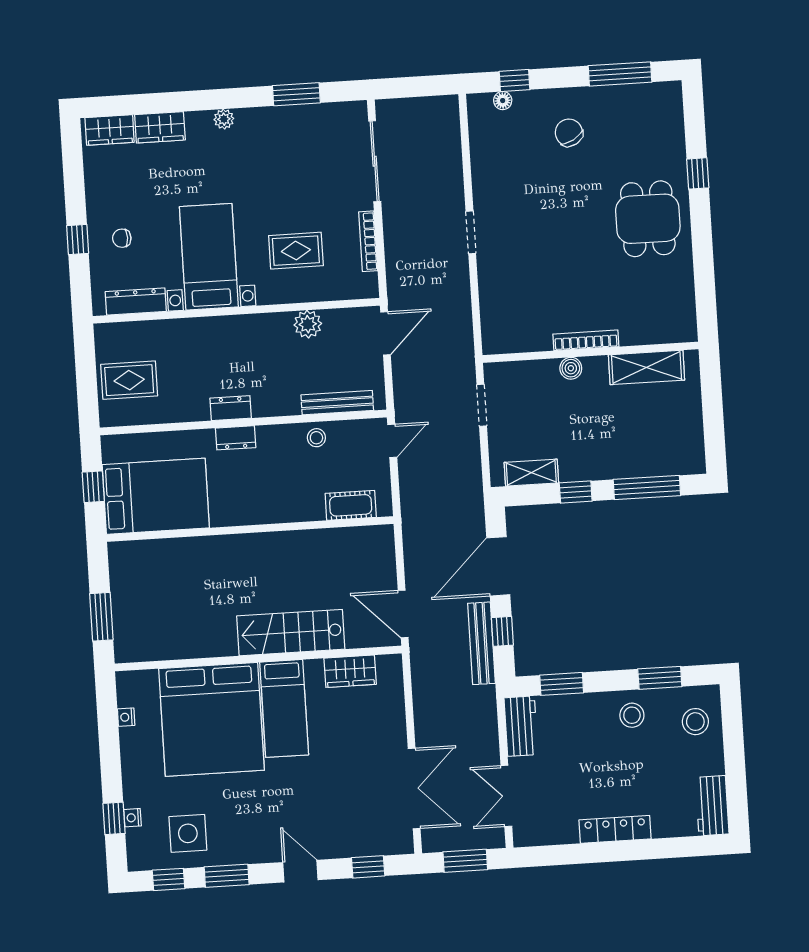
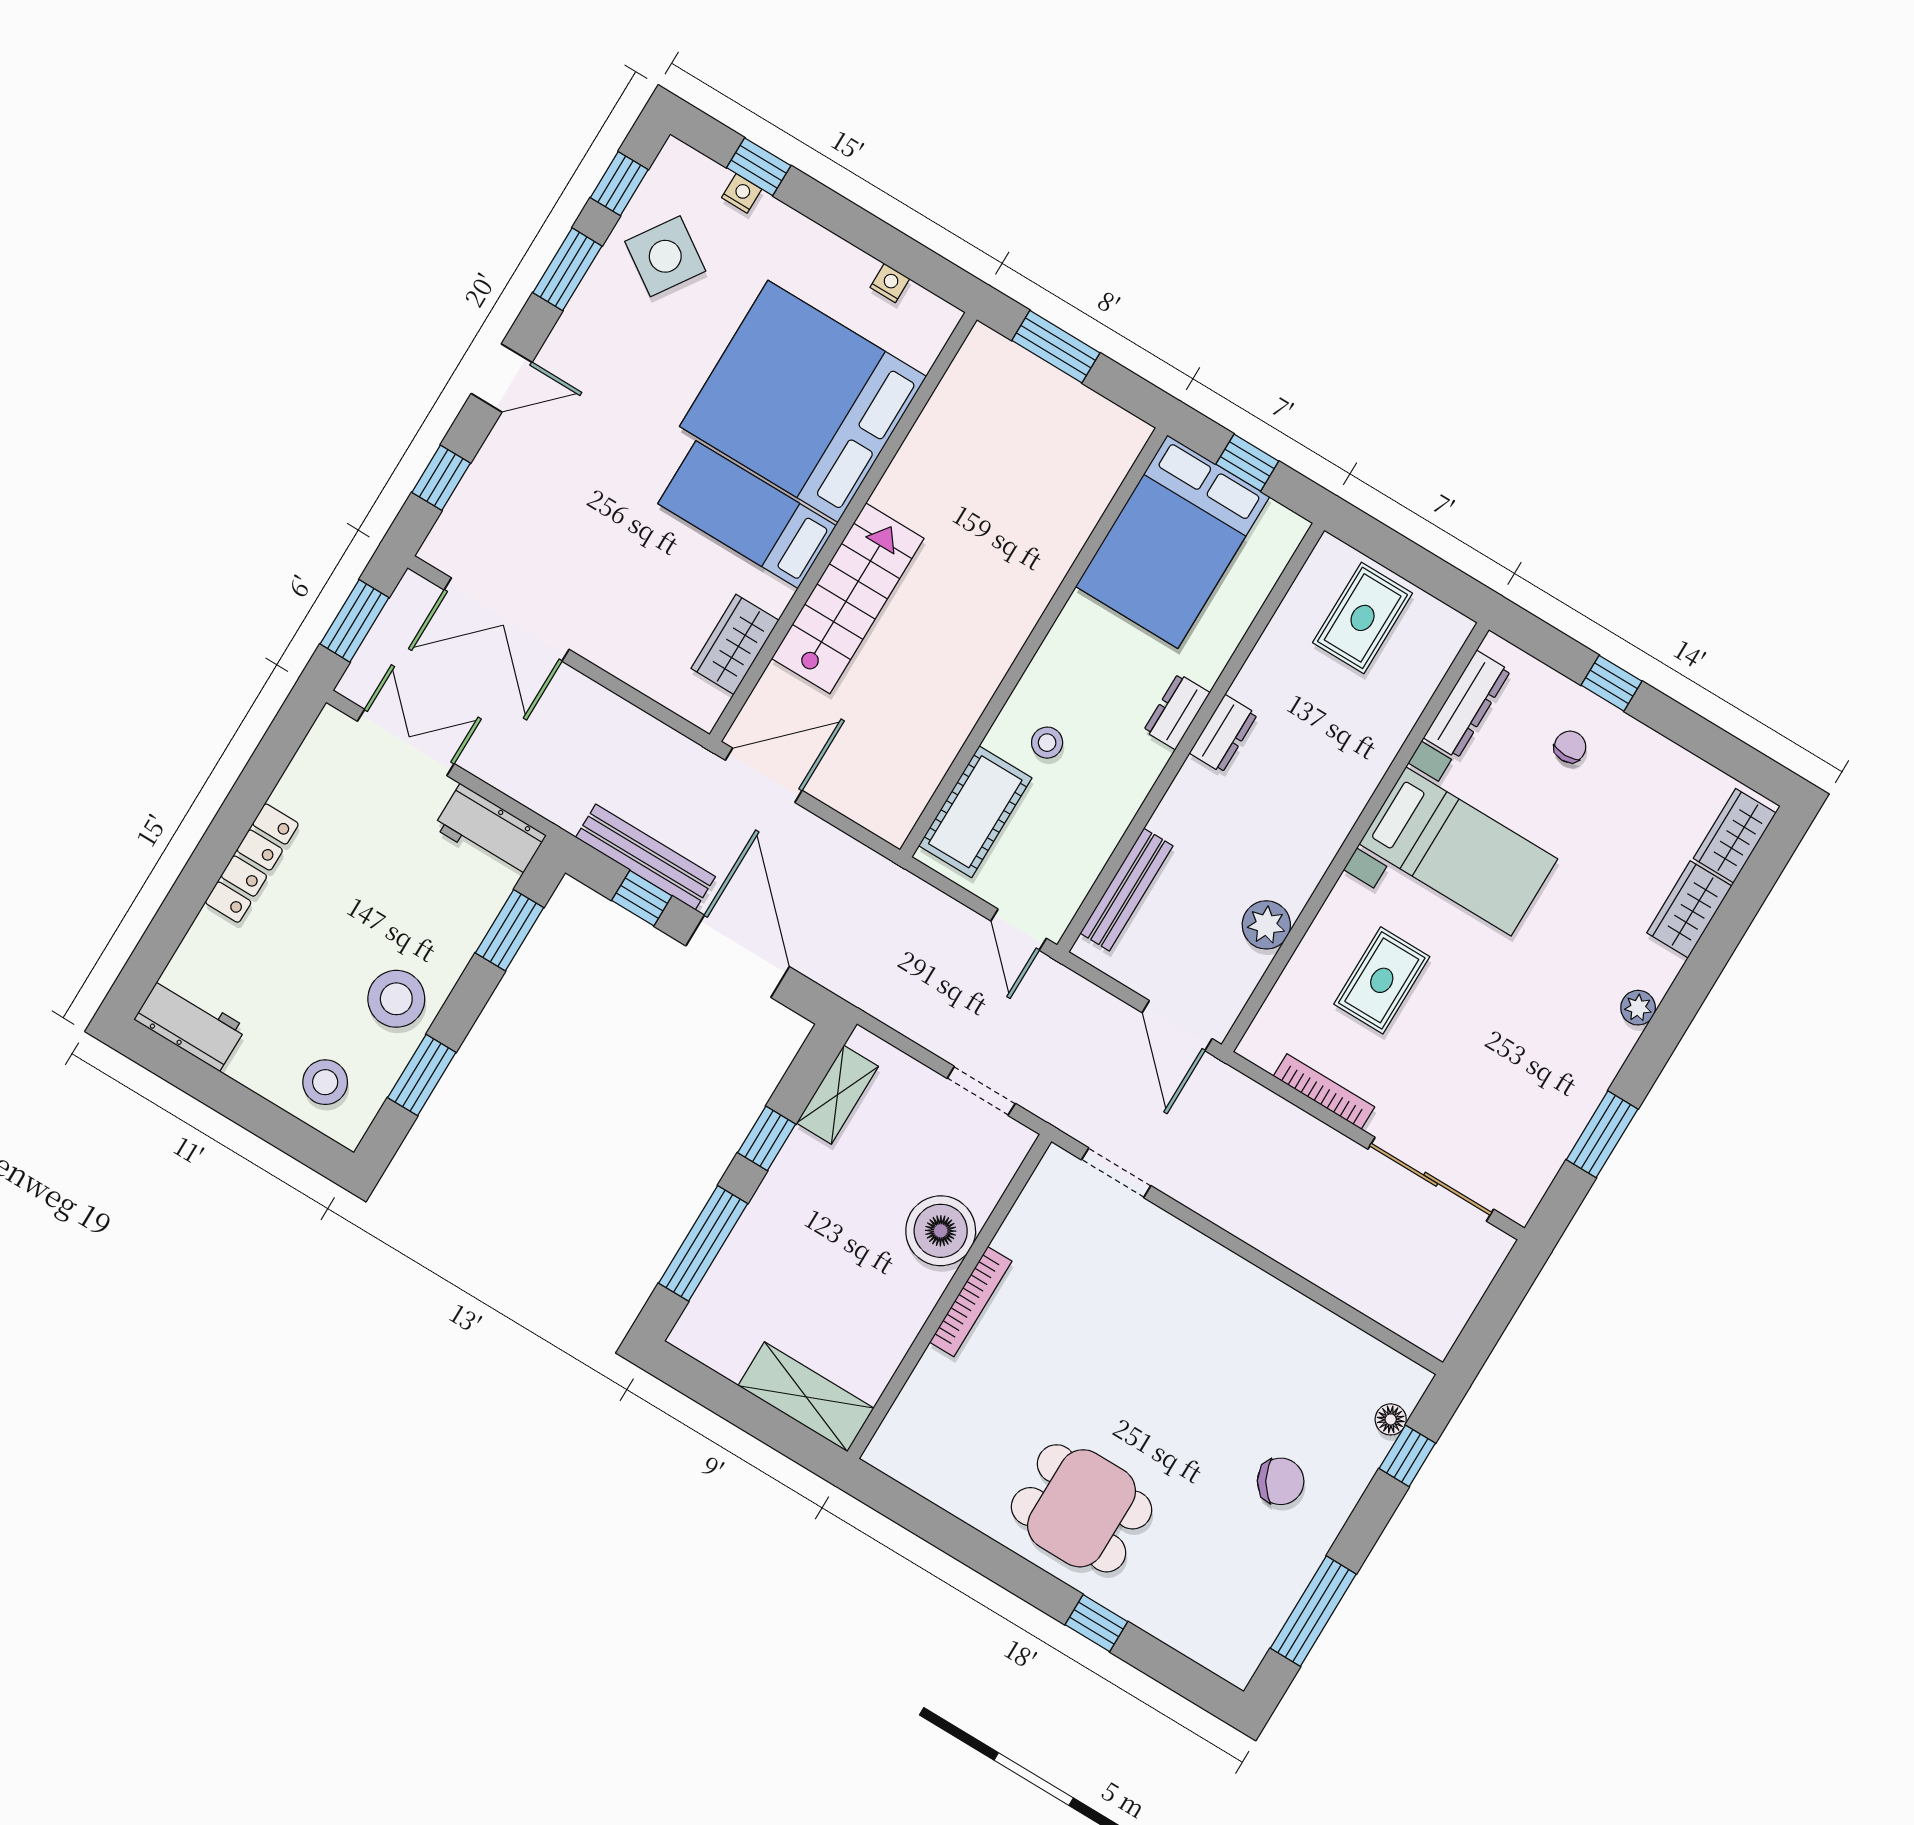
doorway: (471, 232) -> (1116, 1173), moved
shelving: (646, 367) -> (806, 1397), moved, turned 90
boiler: (571, 368) -> (941, 1231), width x1.86, depth x1.86
stool: (316, 438) -> (1047, 743), moved
cot: (351, 505) -> (975, 812), width x1.37, depth x1.34
stool: (632, 715) -> (396, 999), width x1.38, depth x1.38
side table: (188, 833) -> (665, 256), turned 34

